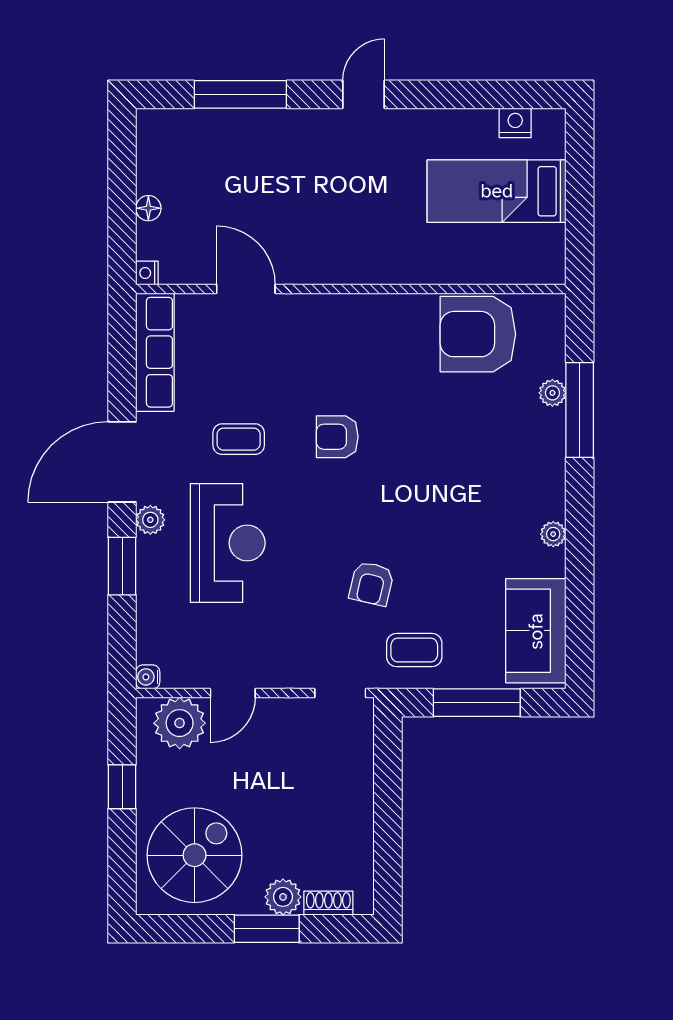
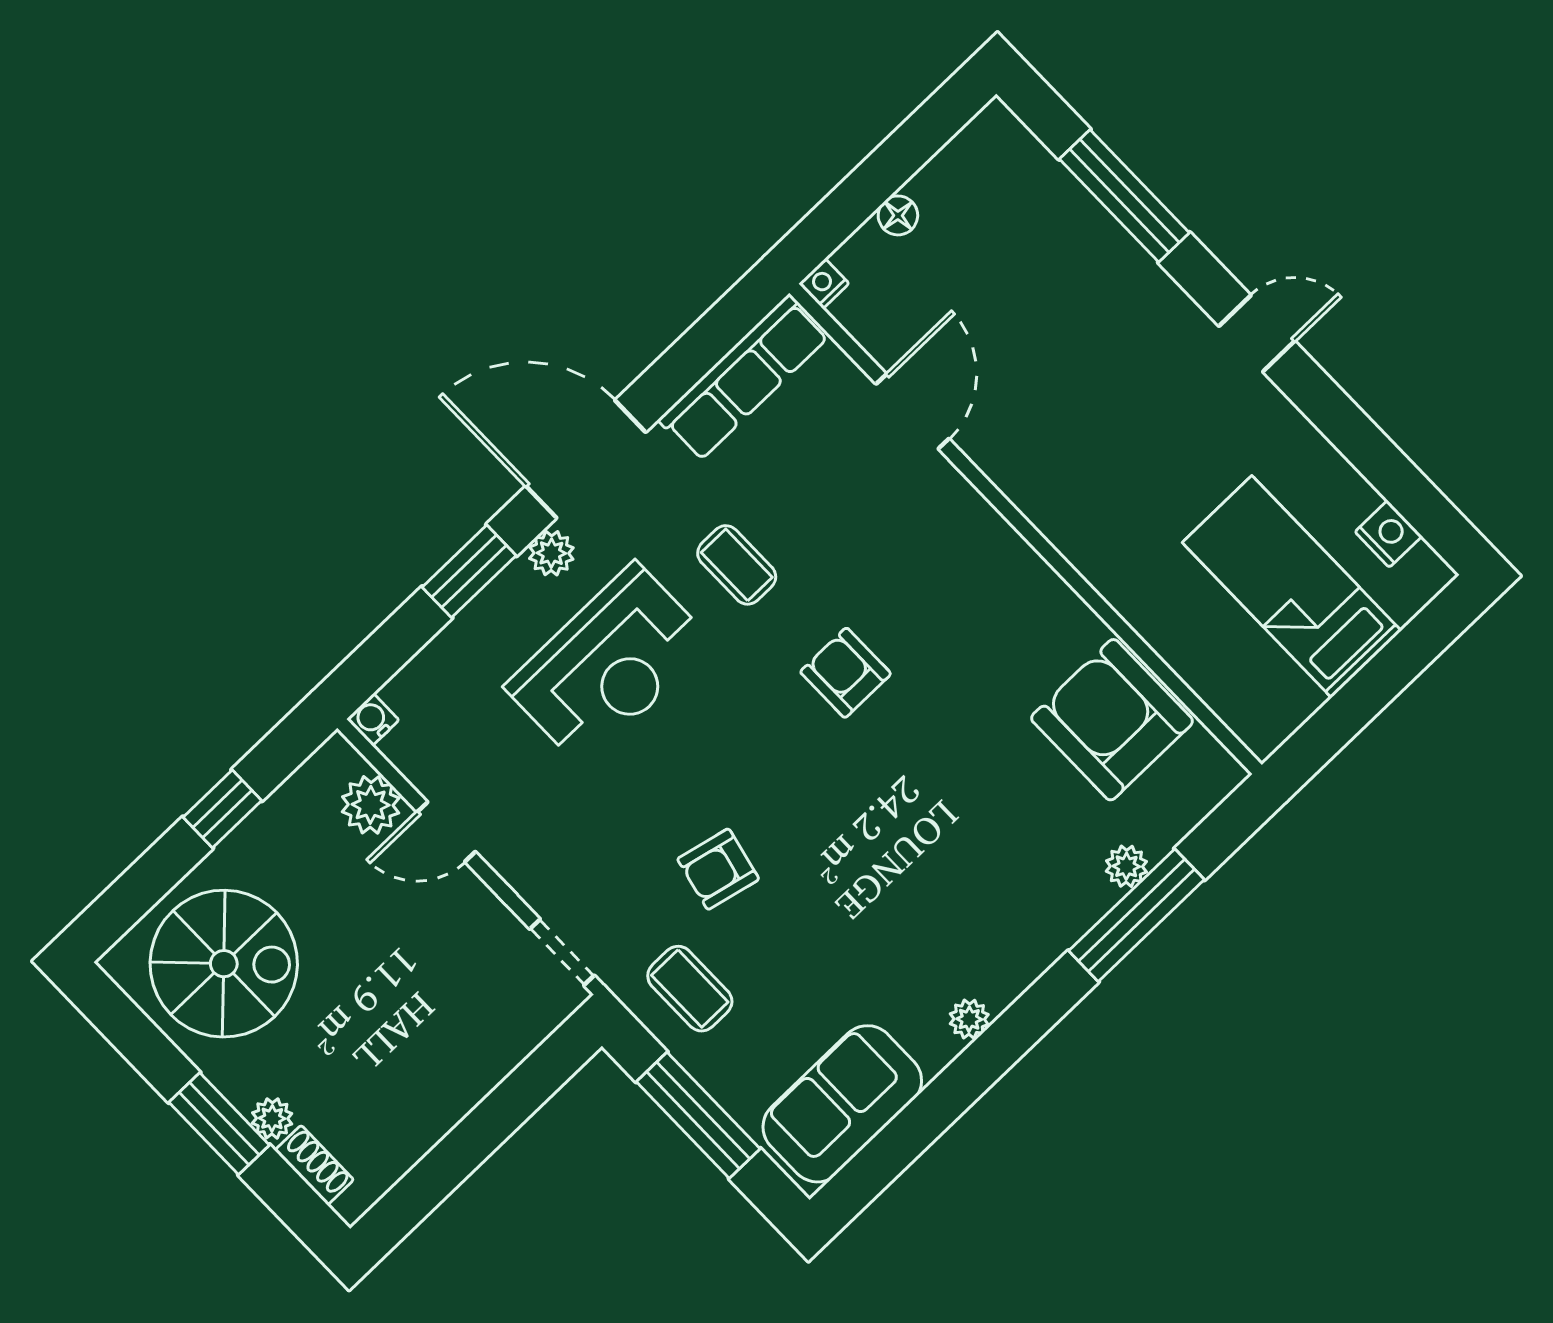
plant: (180, 723) -> (371, 805), width x0.73, depth x0.73
plant: (283, 897) -> (272, 1118), width x0.73, depth x0.73

